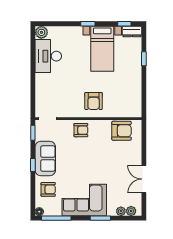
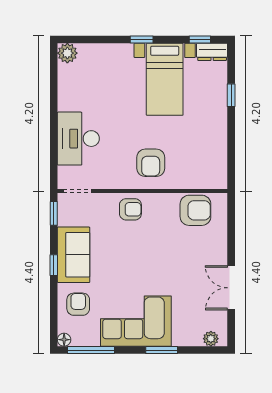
desk: (48, 56) -> (78, 139), moved
armchair: (48, 189) -> (78, 304), turned -90
plant: (121, 211) -> (194, 339), removed

